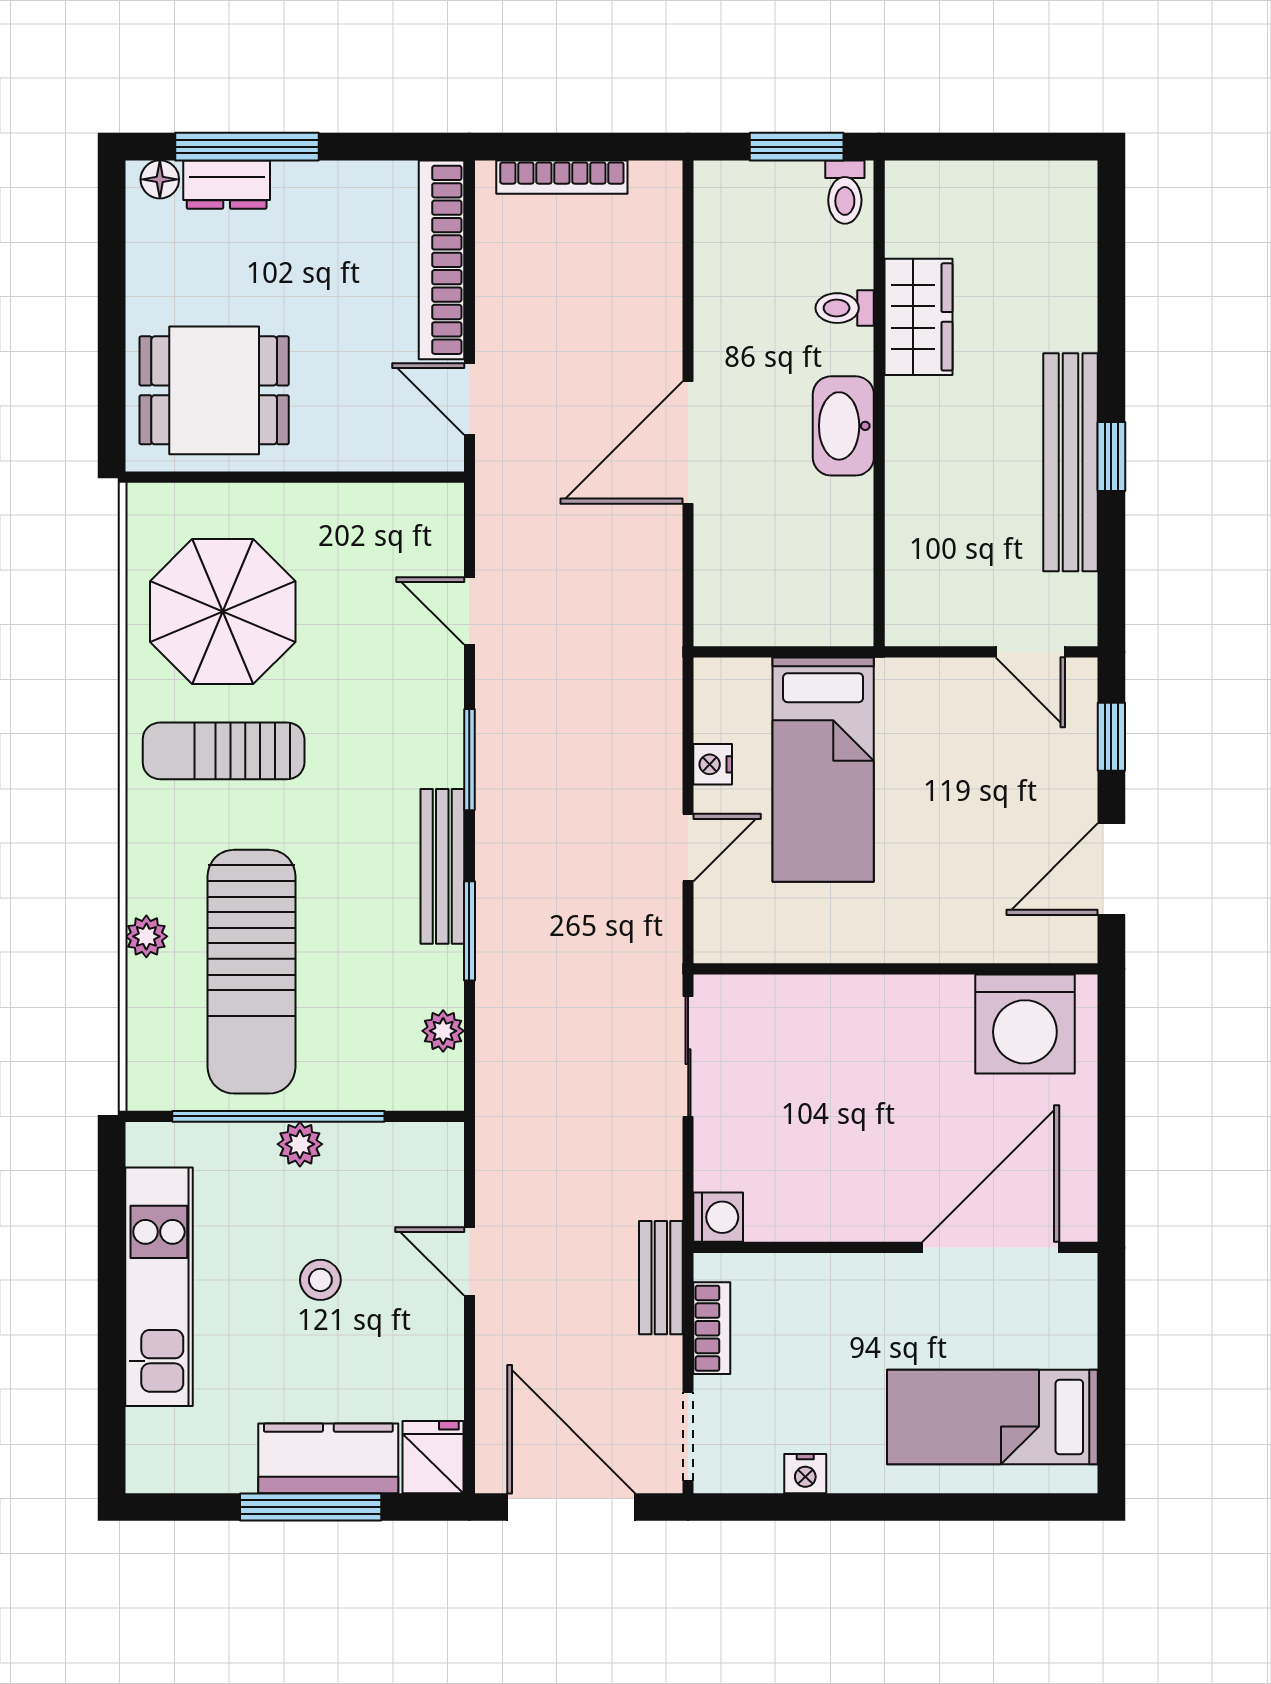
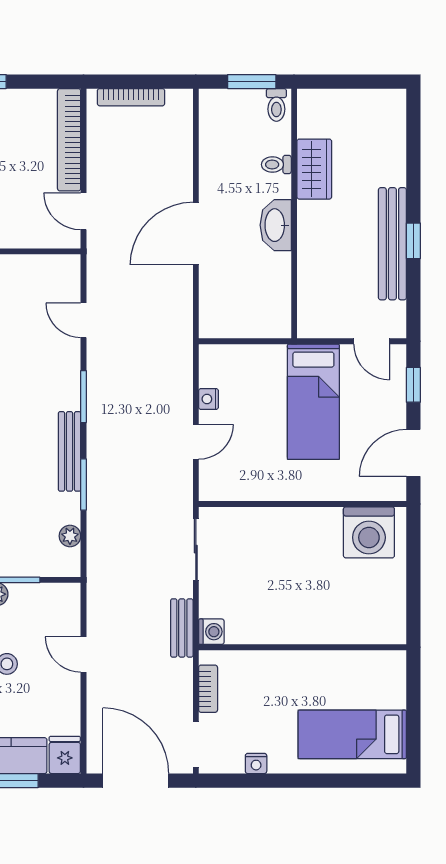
bed: (823, 770) -> (313, 402), moved
door: (991, 1247) -> (351, 647), removed
bench: (661, 1278) -> (182, 628), moved

